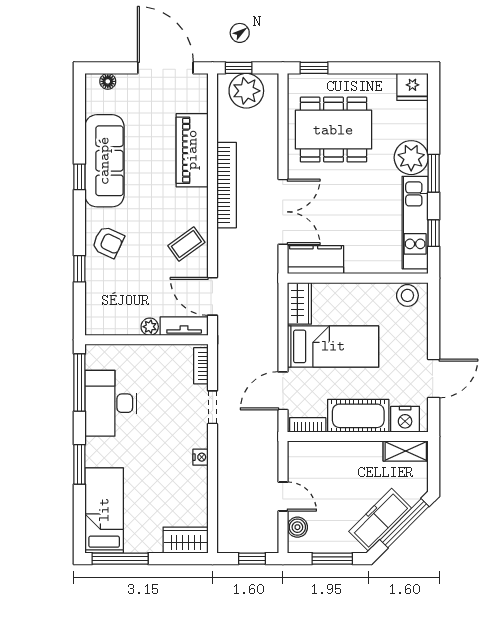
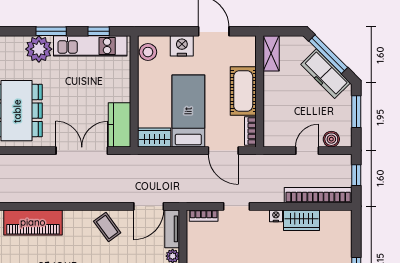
bookcase: (227, 185) -> (318, 195), moved
nightstand: (405, 419) -> (182, 46), moved, turned -90
wardrobe: (186, 540) -> (302, 220), moved, turned -90

